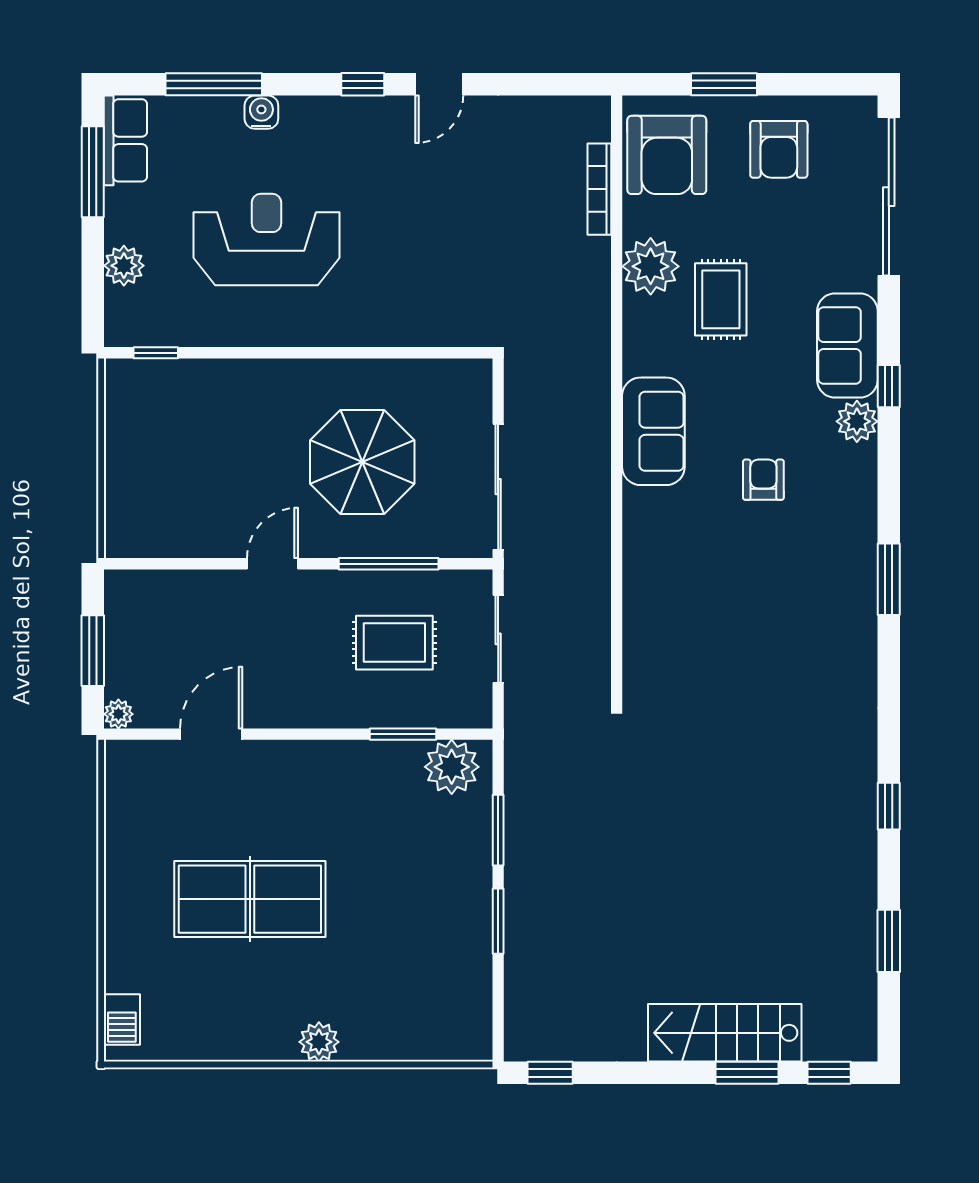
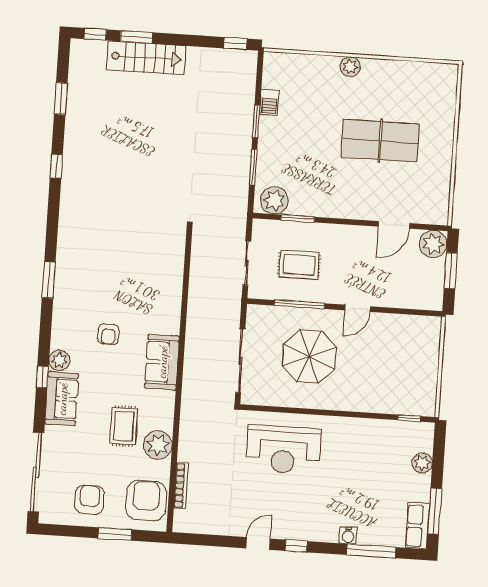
reception desk: (267, 240) -> (283, 450), moved
sliding door: (498, 487) -> (240, 361), moved
plant: (118, 714) -> (433, 244), width x1.87, depth x1.87
barbecue: (122, 1019) -> (269, 102), moved, turned 180

